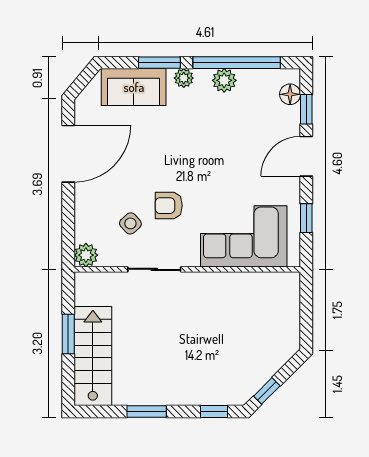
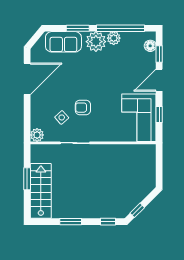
plant: (184, 78) -> (96, 42), width x1.88, depth x1.88
corner sofa: (244, 236) -> (139, 118), moved, turned -90

